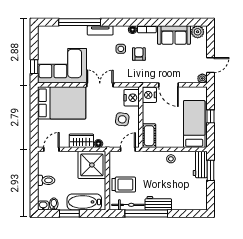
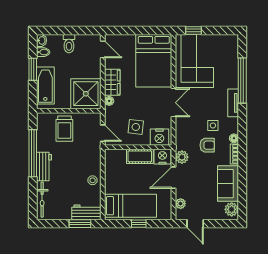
plant: (150, 77) -> (182, 157), added
plant: (202, 78) -> (181, 204), moved
cot: (149, 136) -> (140, 156), moved
bicycle: (128, 205) -> (42, 200), moved

